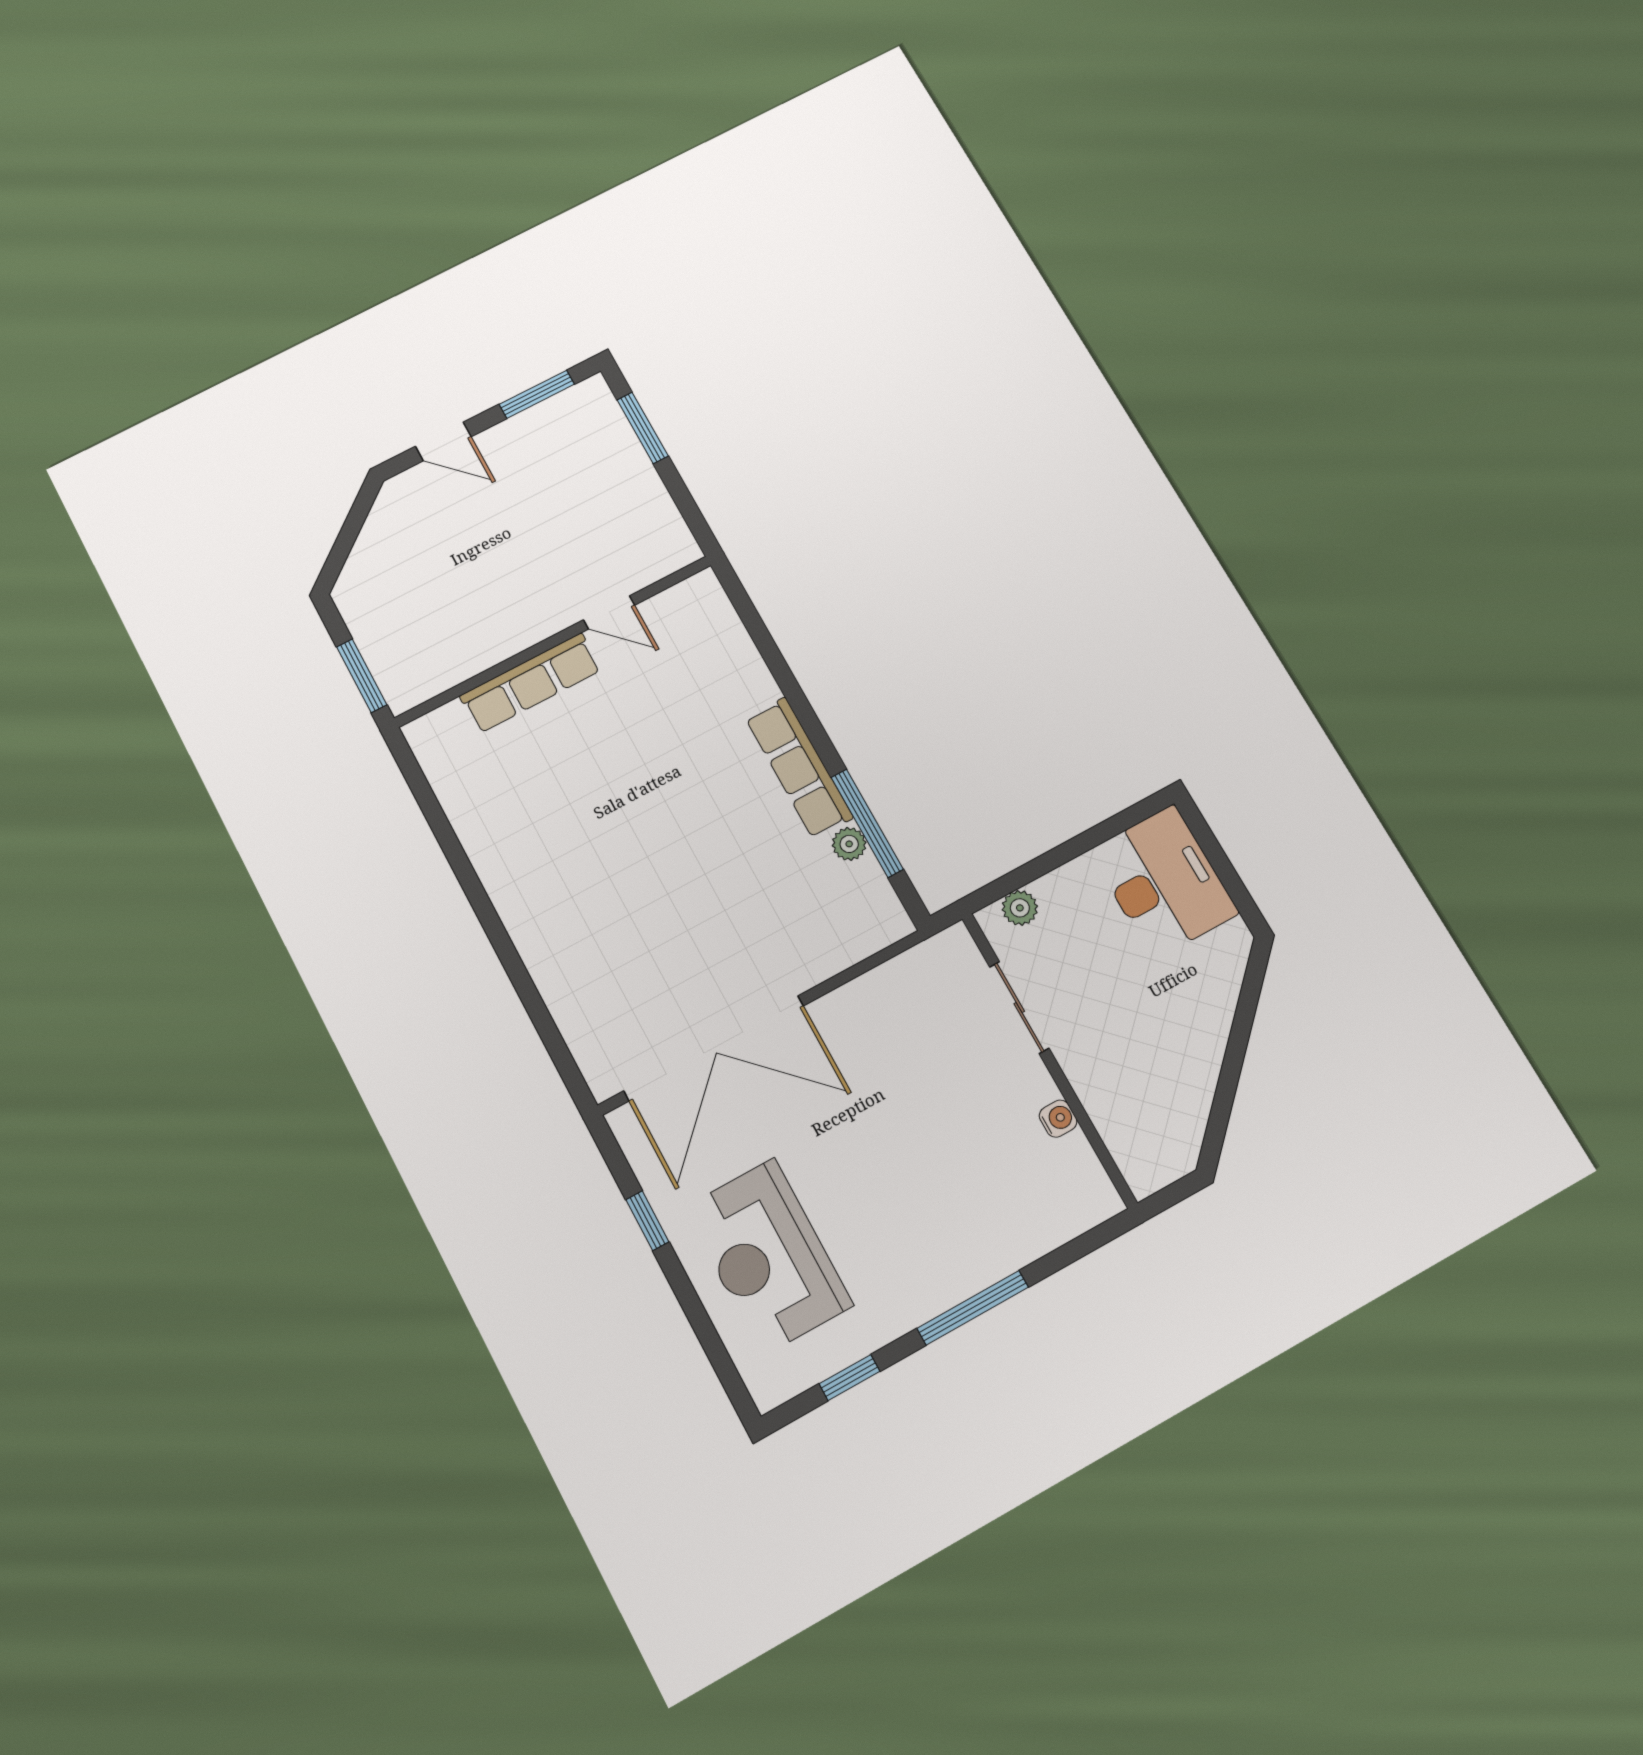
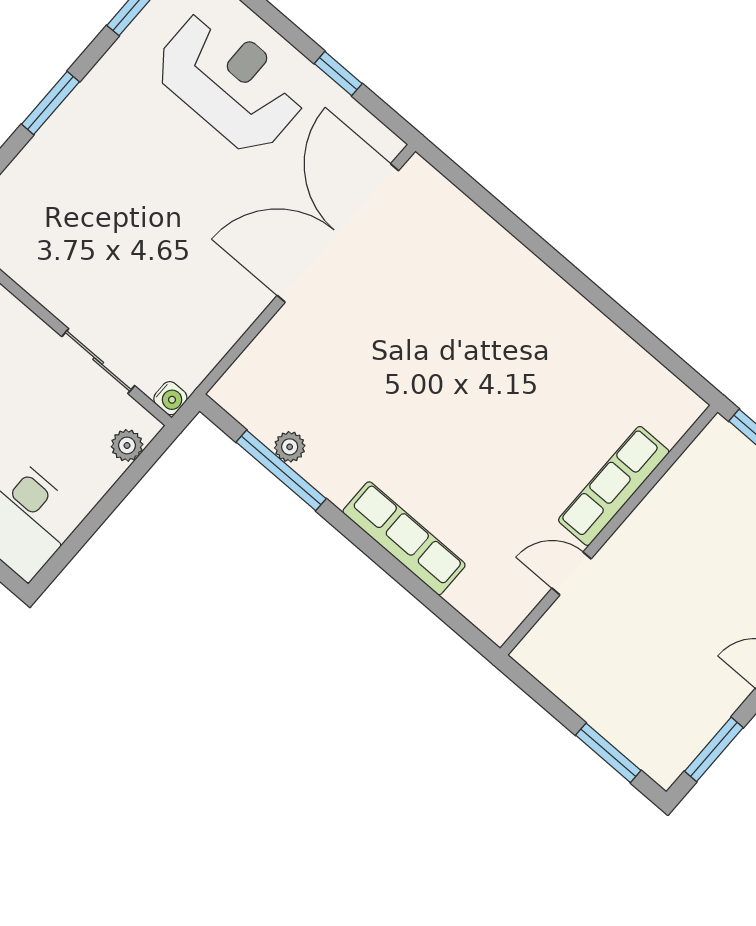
row of seats: (799, 768) -> (404, 538), moved
water cooler: (1058, 1119) -> (170, 398), moved, turned -90
window: (973, 1308) -> (50, 103), width x0.69

